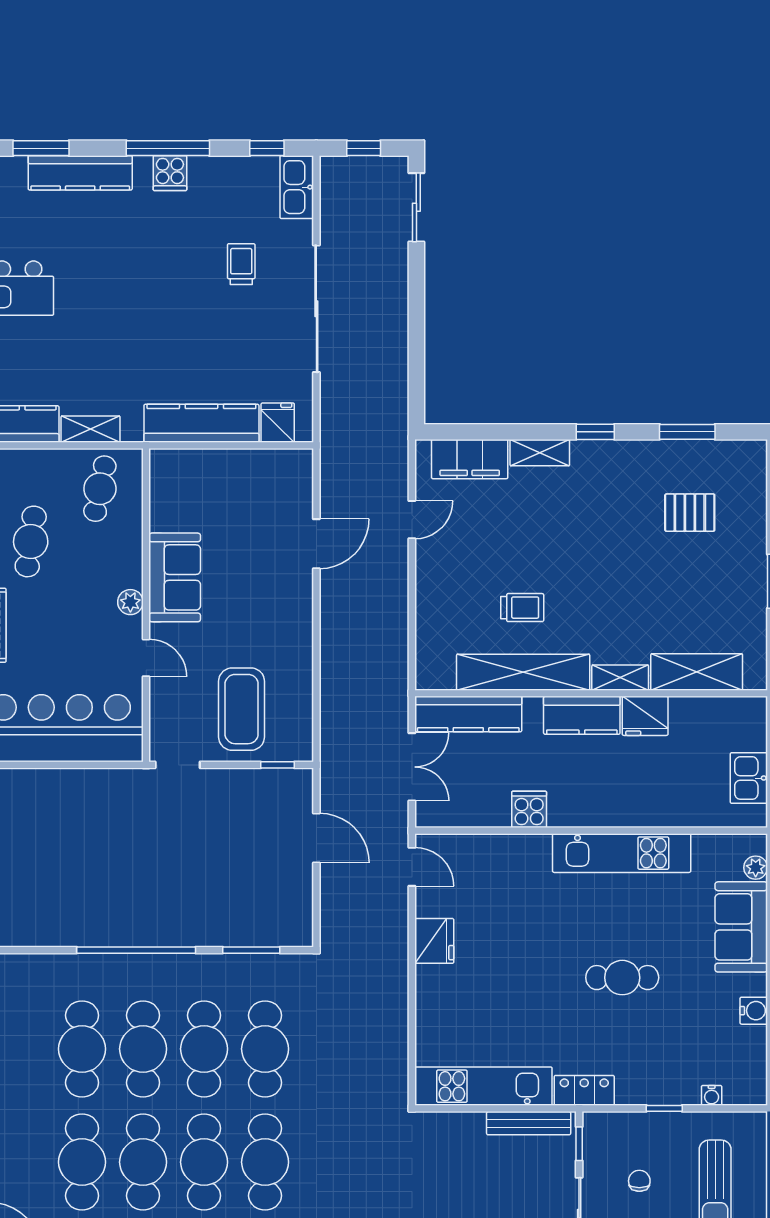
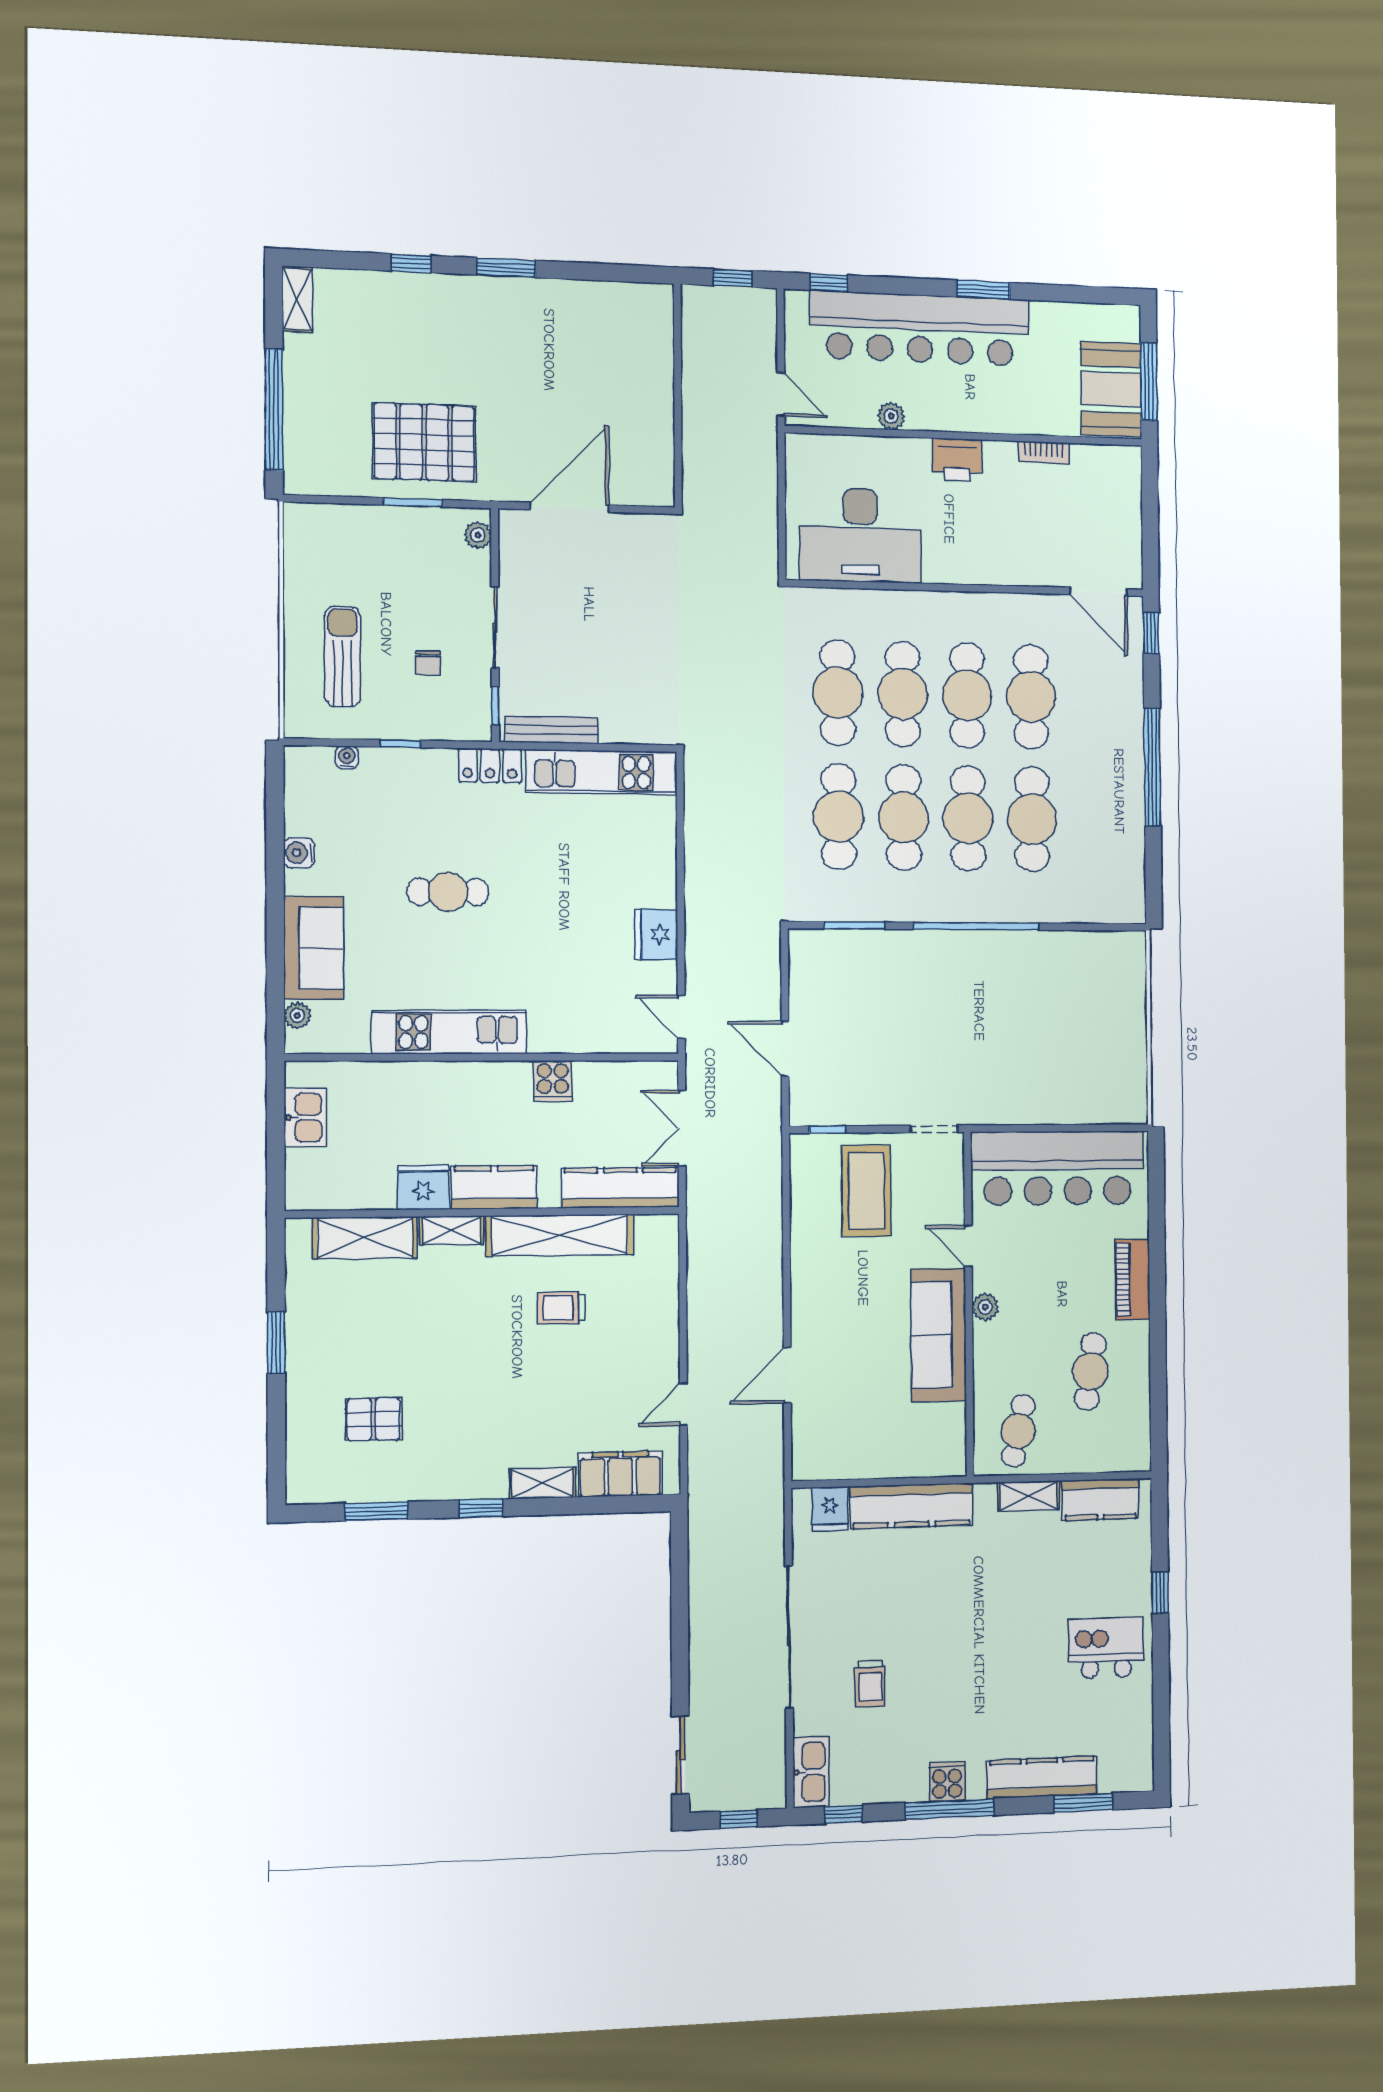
sofa: (175, 577) -> (939, 1335), width x1.36

